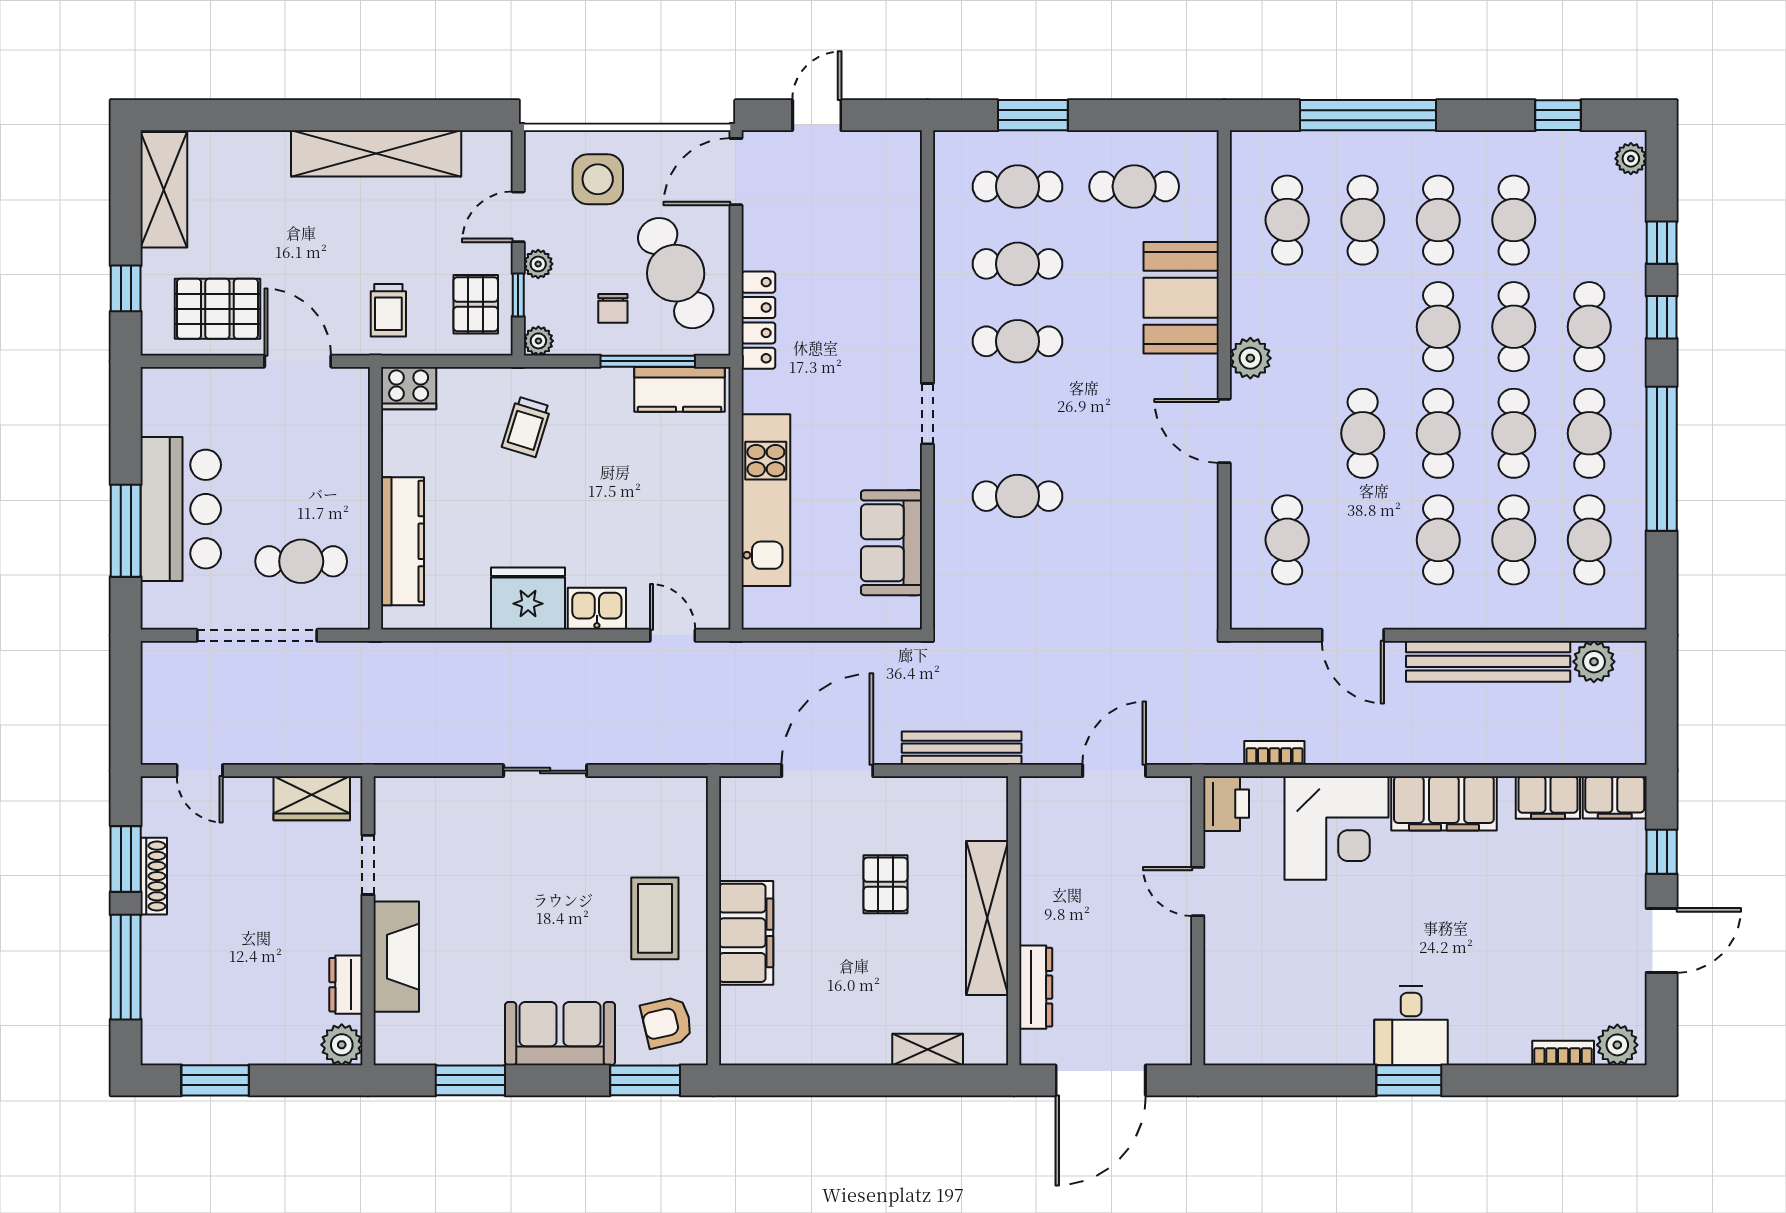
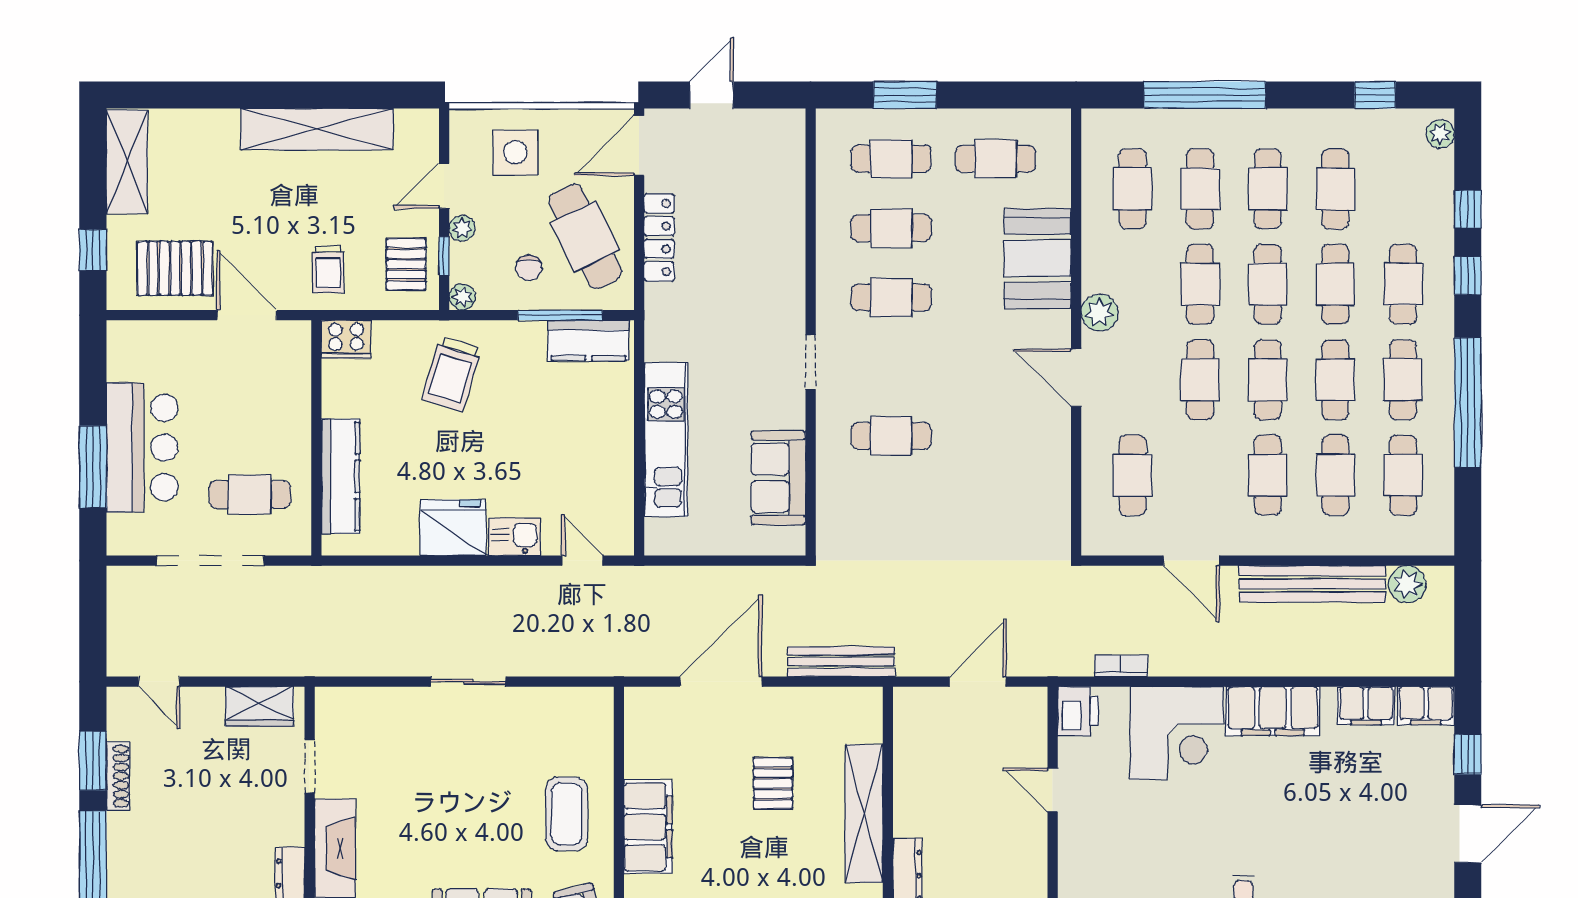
locker: (758, 320) -> (659, 237), moved
cafe table: (1363, 327) -> (1200, 284), added
trolley: (526, 427) -> (452, 374), width x1.36, depth x1.39

